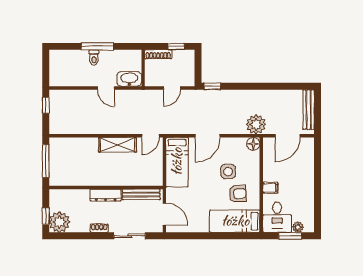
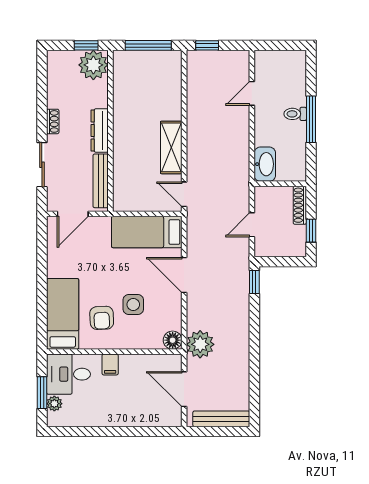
door: (106, 88) -> (252, 93), moved
door: (172, 88) -> (252, 225), hinge flipped
window: (46, 105) -> (207, 45), moved
window: (46, 216) -> (86, 45), moved
plant: (59, 222) -> (93, 65), moved

